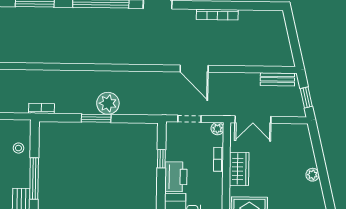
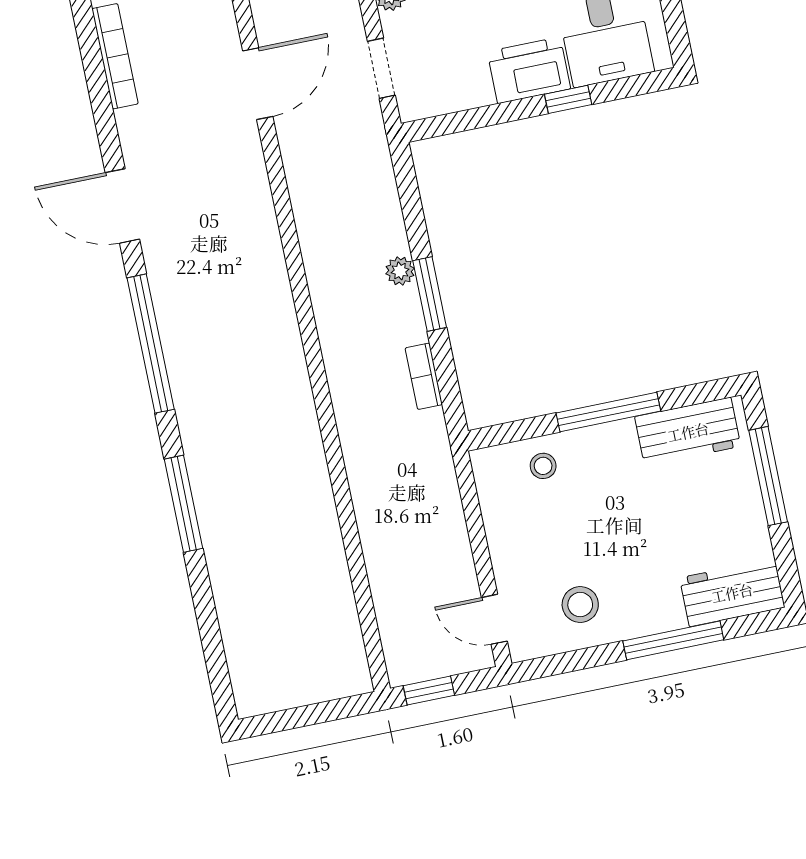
plant: (108, 103) -> (400, 271), width x0.53, depth x0.53
bookcase: (41, 108) -> (424, 376), moved
window: (161, 159) -> (568, 99), moved

